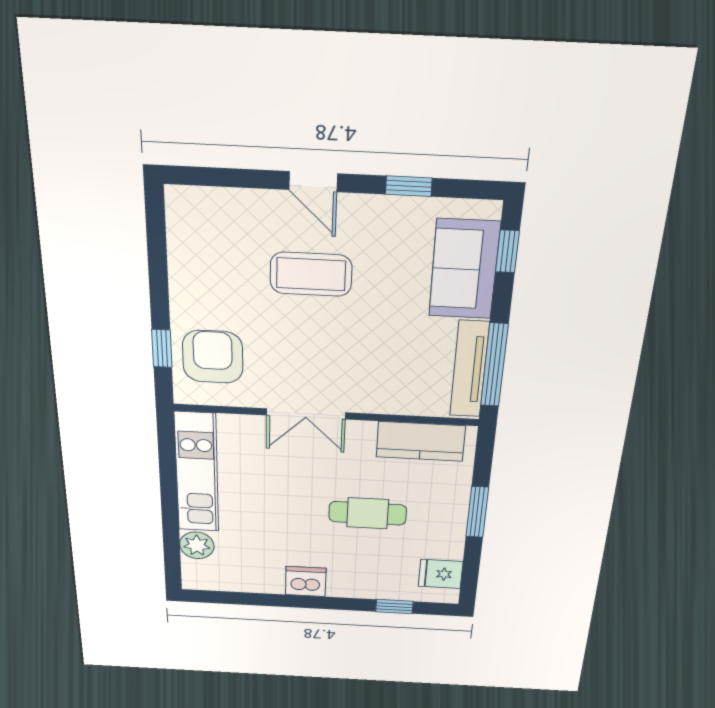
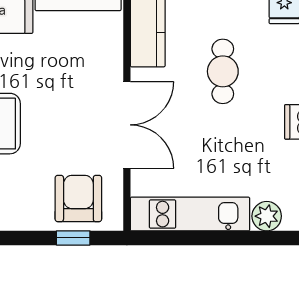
armchair: (213, 357) -> (78, 199), turned 90
double door: (306, 414) -> (127, 125), width x1.37

